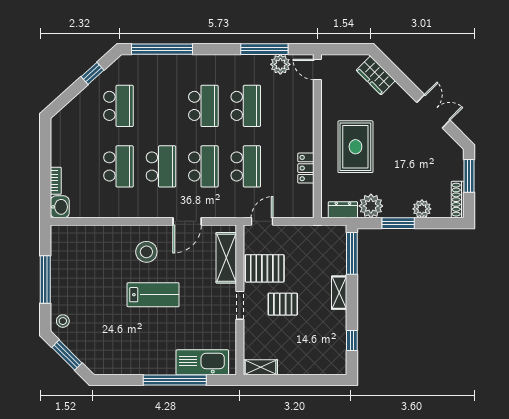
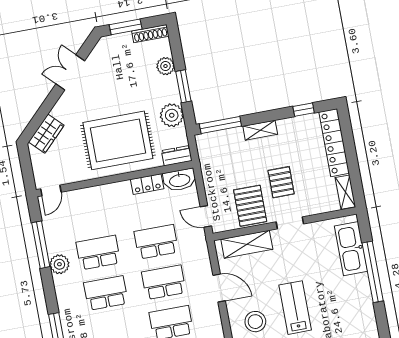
plant: (280, 64) -> (59, 264), moved
rug: (355, 147) -> (118, 140), width x1.37, depth x1.44
washbasin: (304, 202) -> (180, 180), added
dresser: (343, 210) -> (177, 156), moved, turned 90
locker: (313, 365) -> (334, 143), added

